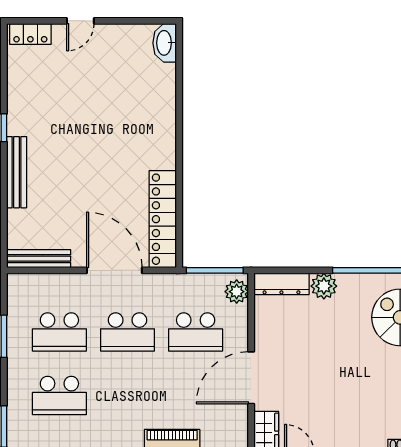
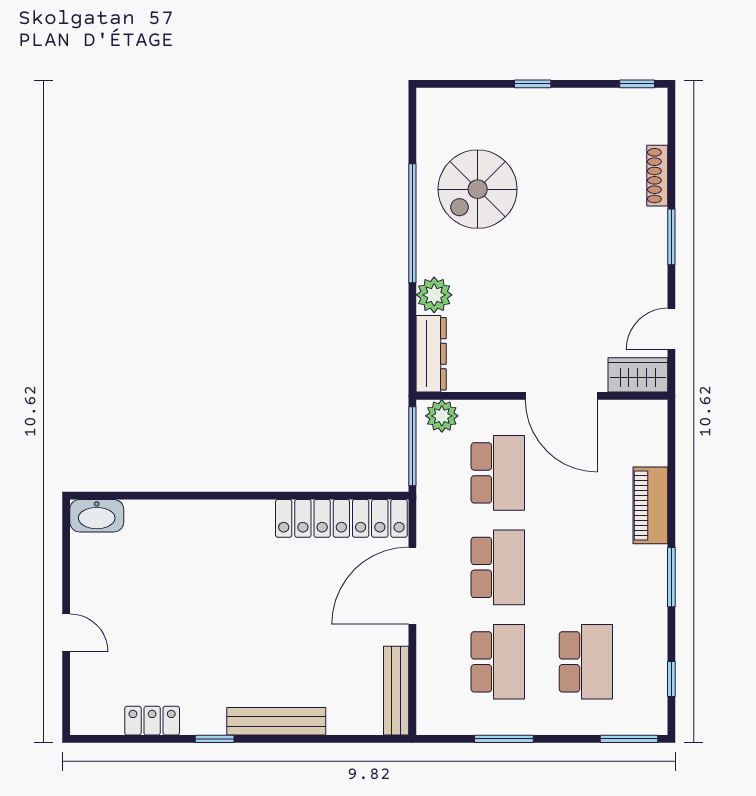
locker: (30, 34) -> (152, 721), moved, turned -90

